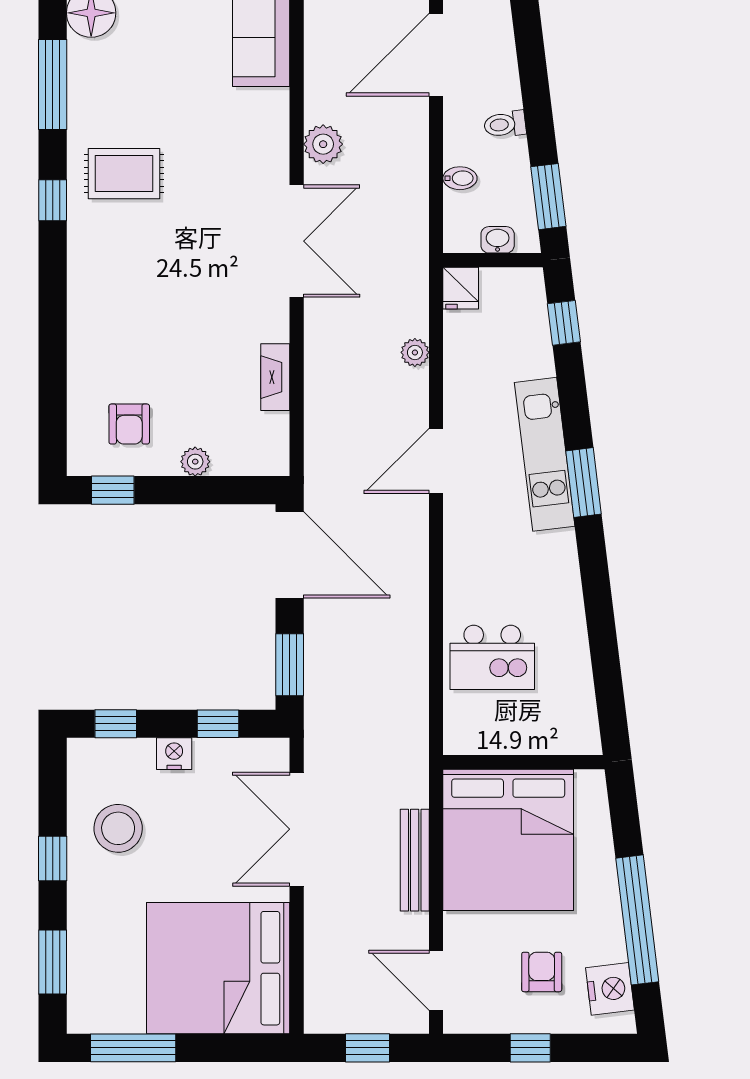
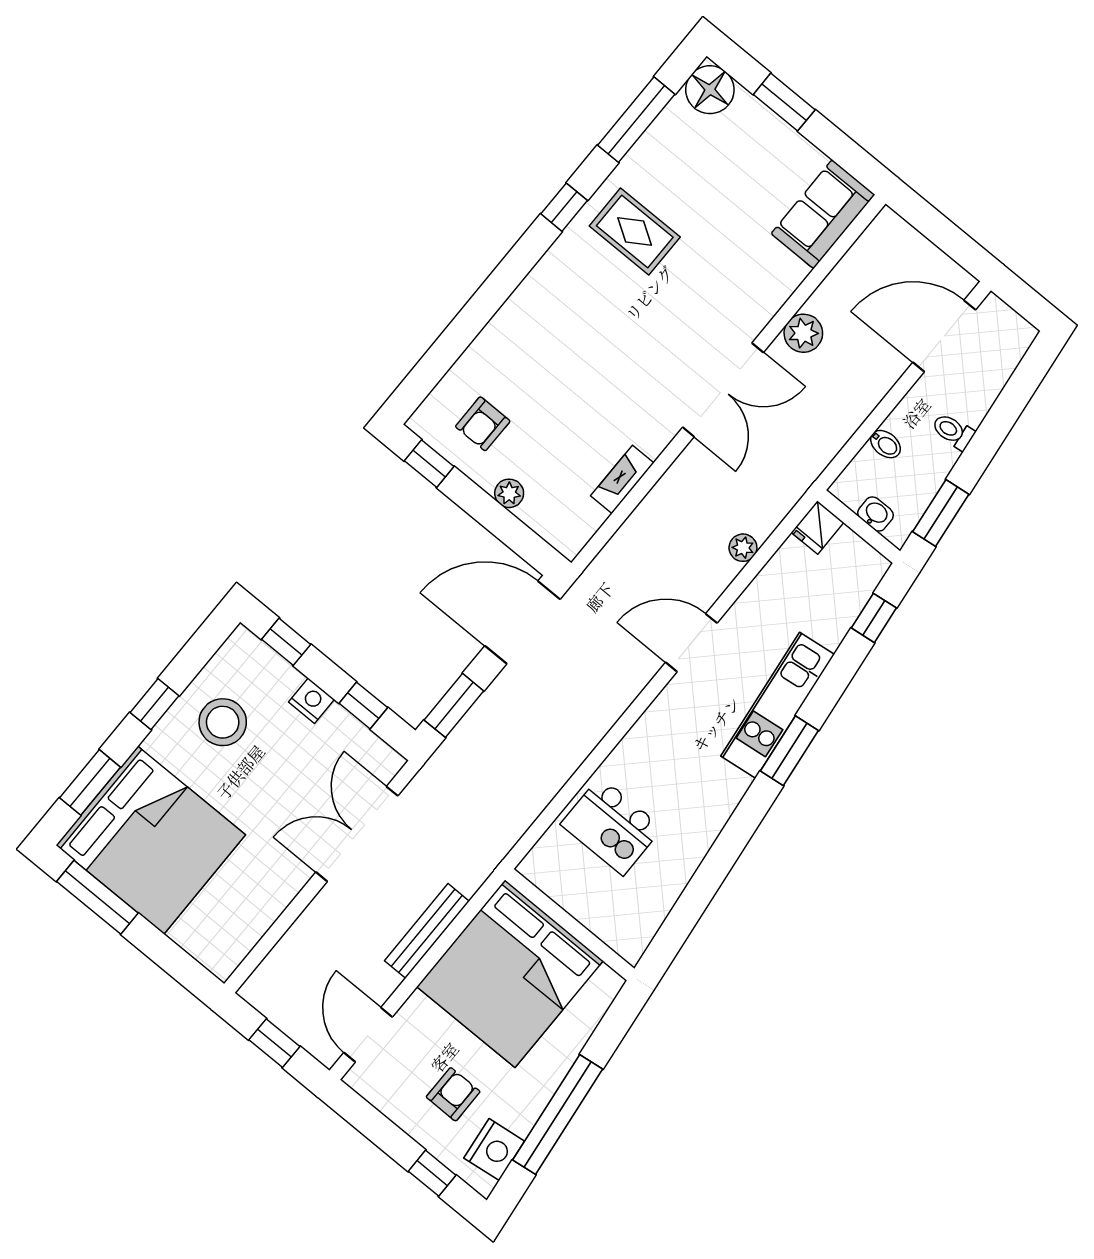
door: (290, 555) -> (522, 622), swing flipped
bed: (218, 968) -> (151, 840), moved, turned 180
window: (530, 1048) -> (432, 1173), moved

